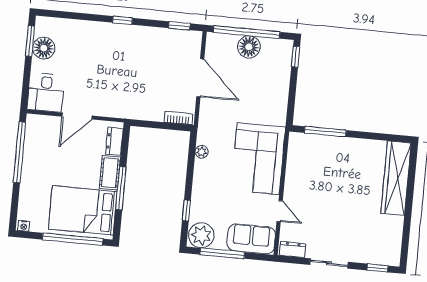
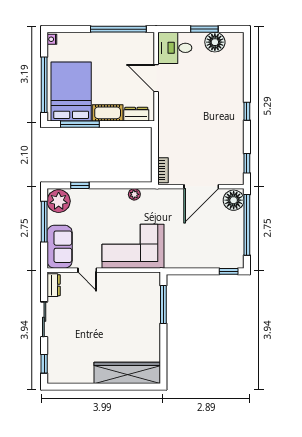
window: (30, 41) -> (204, 29), moved
floor lamp: (249, 47) -> (234, 200), moved
window: (121, 188) -> (80, 124), moved
door: (280, 211) -> (87, 270), hinge flipped

